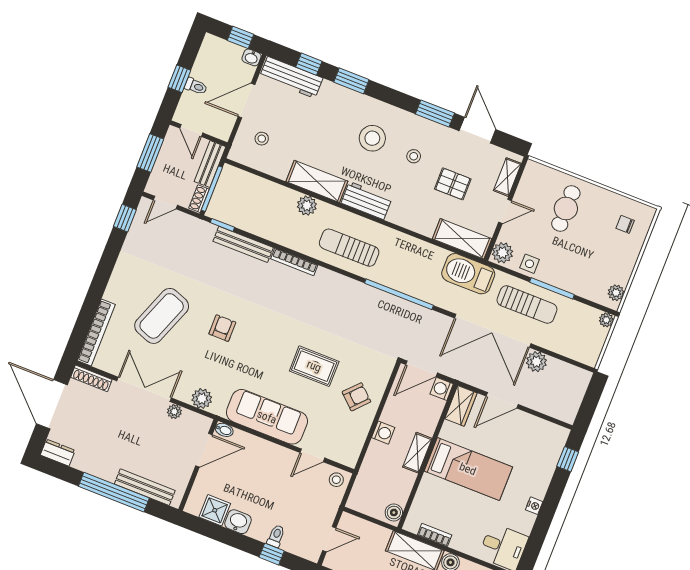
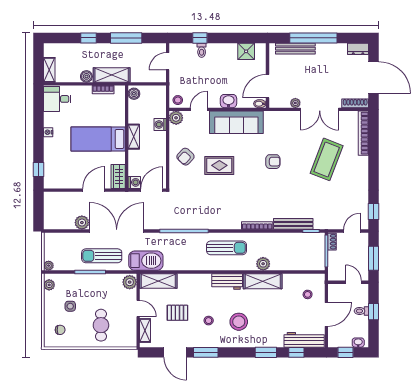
washbasin: (251, 57) -> (358, 343), moved
bench: (210, 164) -> (334, 266), removed
door: (505, 211) -> (138, 309), swing flipped
side table: (530, 264) -> (70, 306), moved
armchair: (222, 328) -> (273, 162), moved, turned -90
plant: (202, 399) -> (176, 118), moved
washing machine: (383, 433) -> (160, 124), moved
washbasin: (238, 522) -> (228, 101), moved, turned 180

